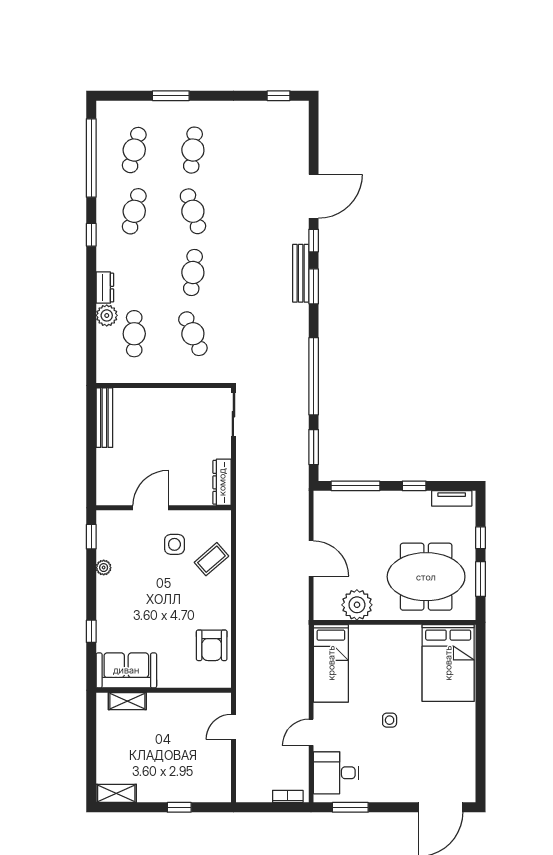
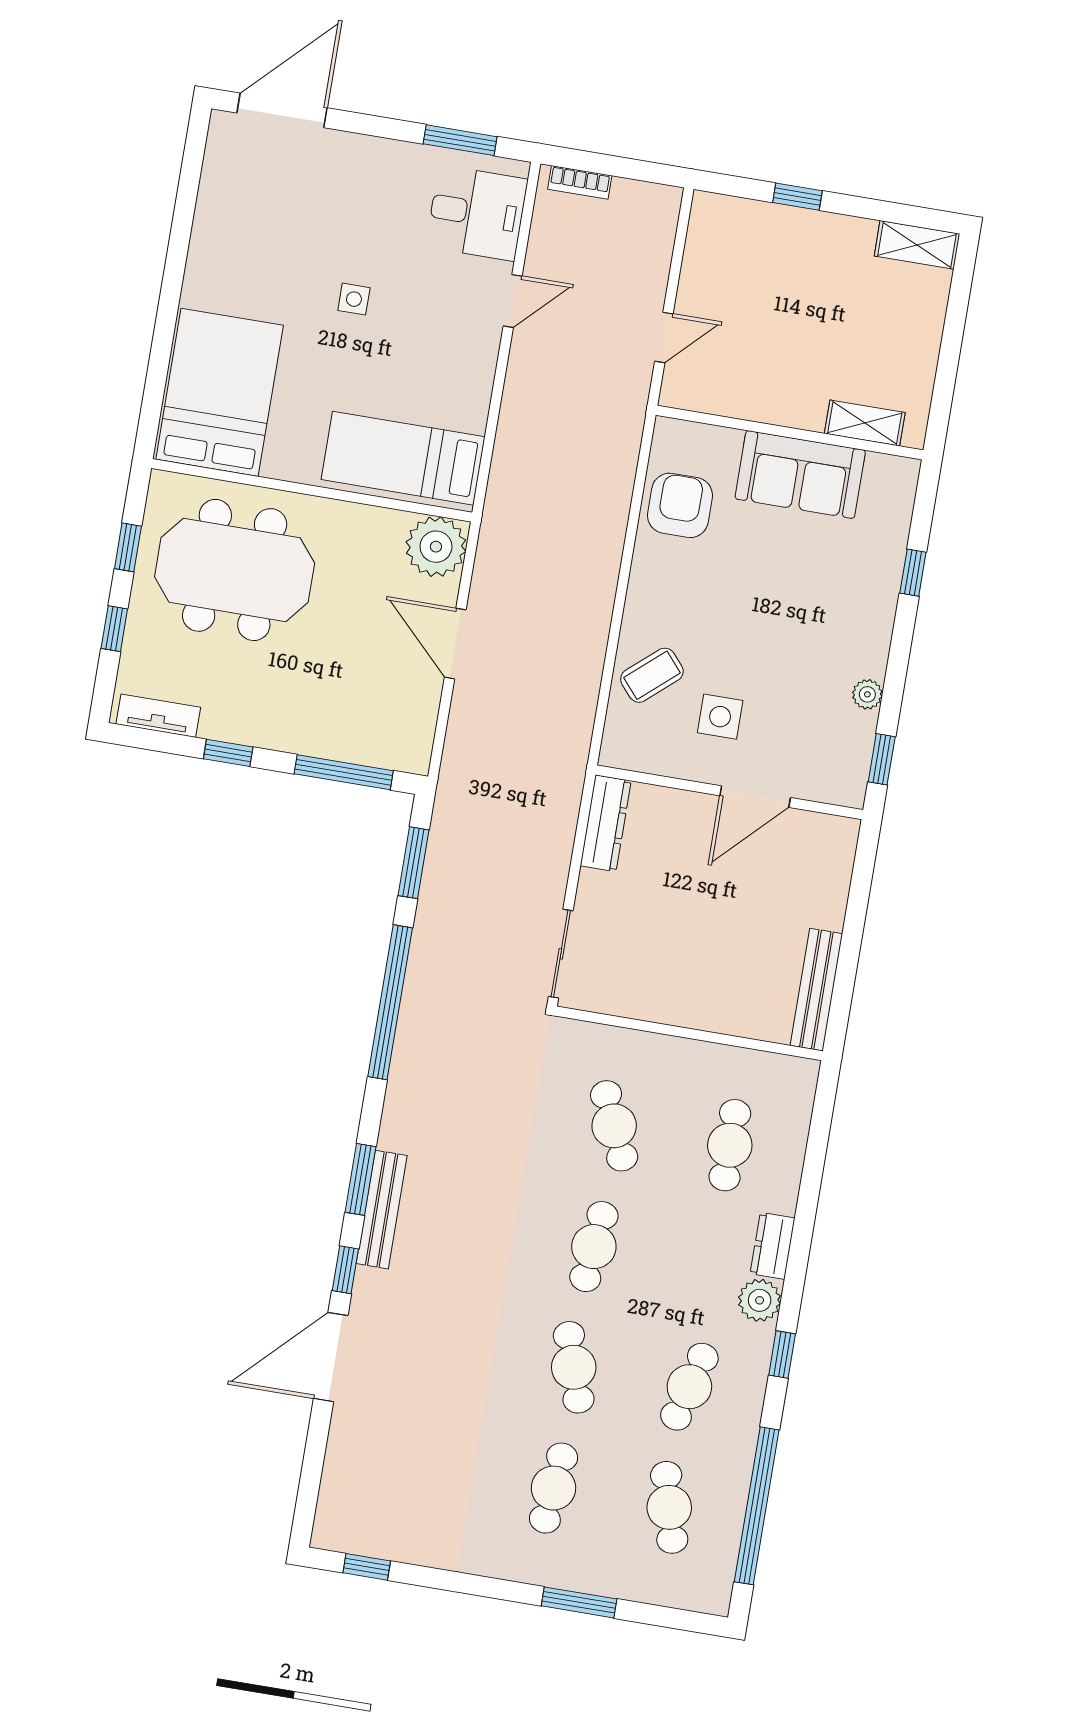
cafe table: (134, 150) -> (669, 1507), turned -30
plant: (107, 315) -> (760, 1300), moved
window: (481, 579) -> (128, 547), width x0.67
plant: (357, 605) -> (436, 547), moved
bed: (331, 663) -> (403, 458), moved, turned -90
sofa: (126, 670) -> (800, 475), moved

